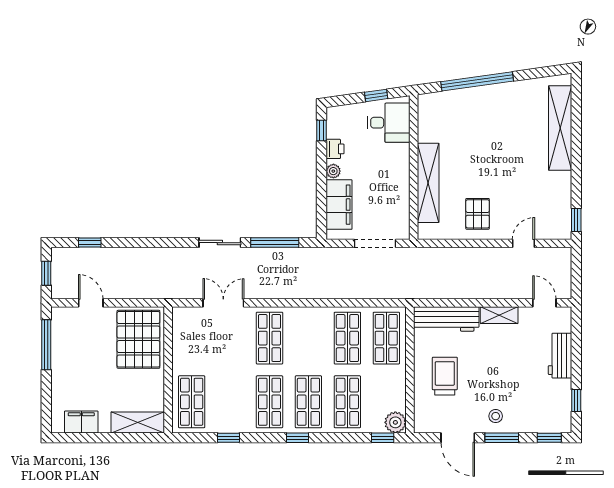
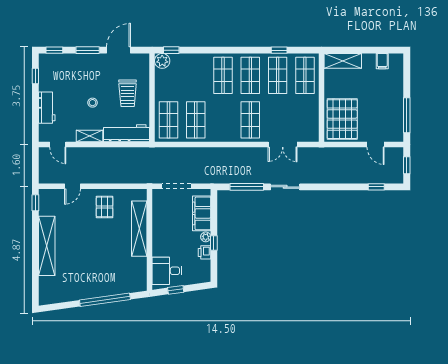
shelving: (560, 128) -> (47, 246), moved
window: (322, 130) -> (214, 243), moved
shop shelf: (347, 402) -> (278, 75), moved
stool: (496, 416) -> (93, 103), moved
filing cabinet: (81, 422) -> (382, 61), width x0.50
window: (298, 438) -> (231, 50), removed
door: (458, 438) -> (118, 50), hinge flipped

